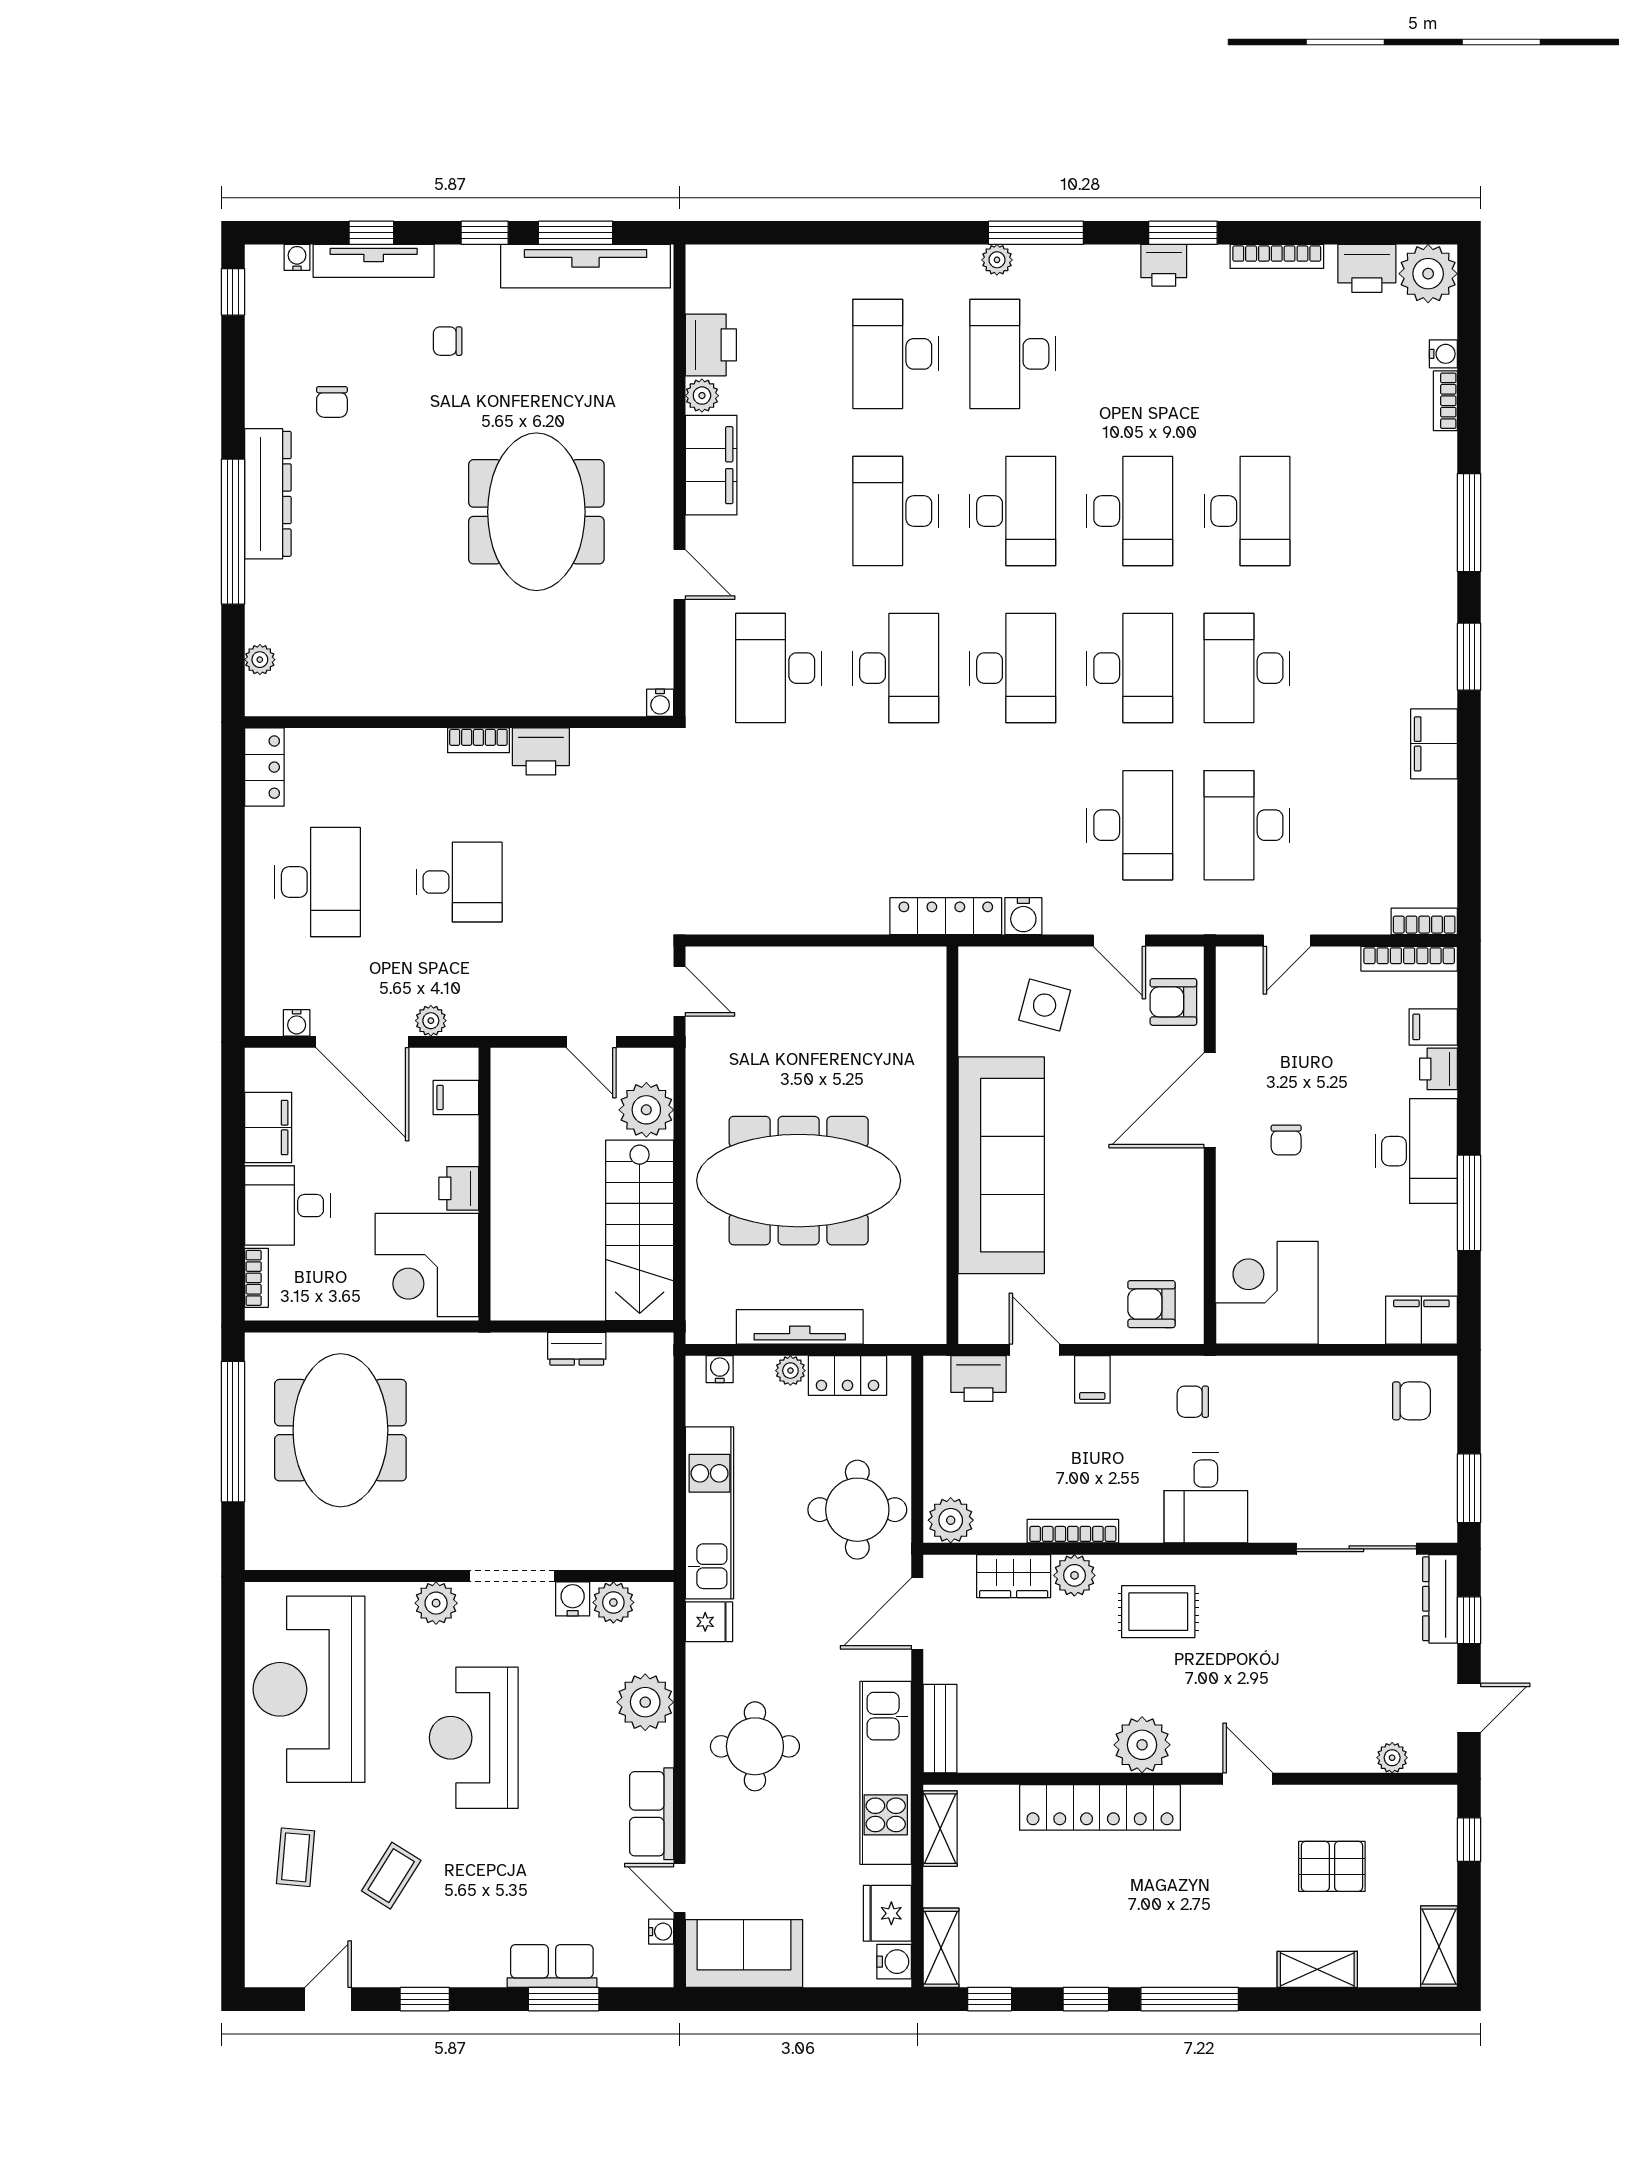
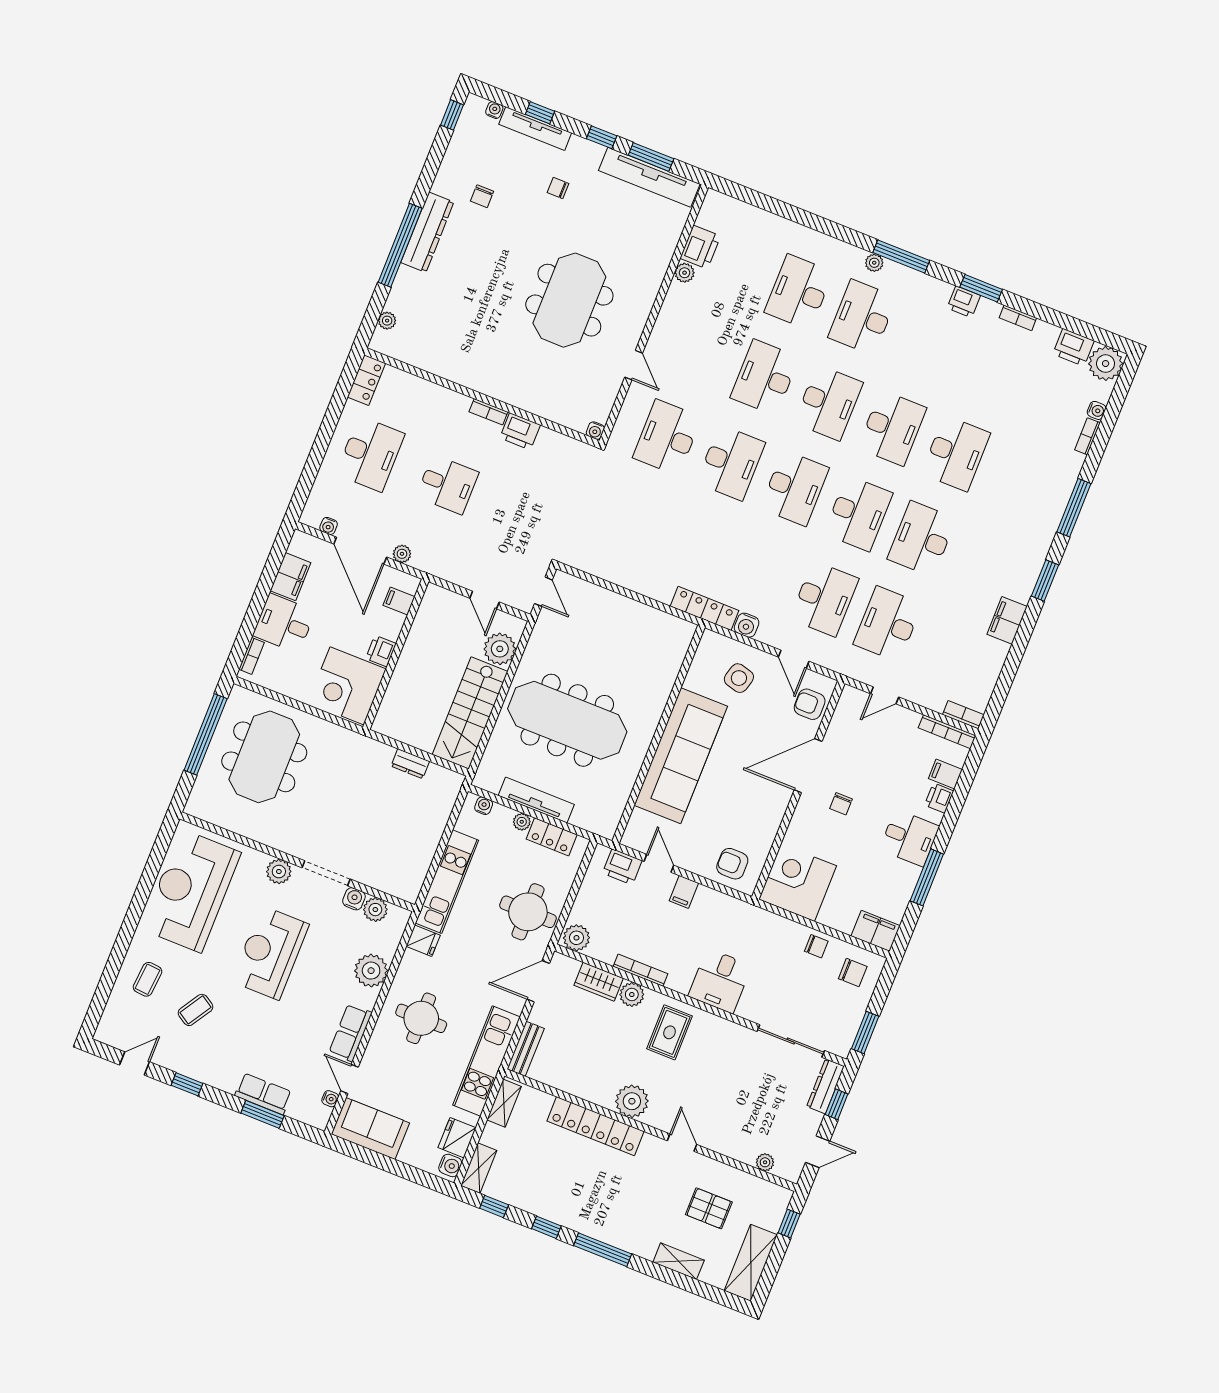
bookcase: (1277, 256) -> (1018, 318), width x0.64
filing cabinet: (711, 465) -> (674, 313), removed
desk: (1416, 1151) -> (909, 838), width x0.73
chair: (1193, 1402) -> (816, 946), moved, turned 180
rug: (1158, 1612) -> (670, 1032), turned 90
shelving: (1439, 1947) -> (751, 1263), width x1.50, depth x1.33

